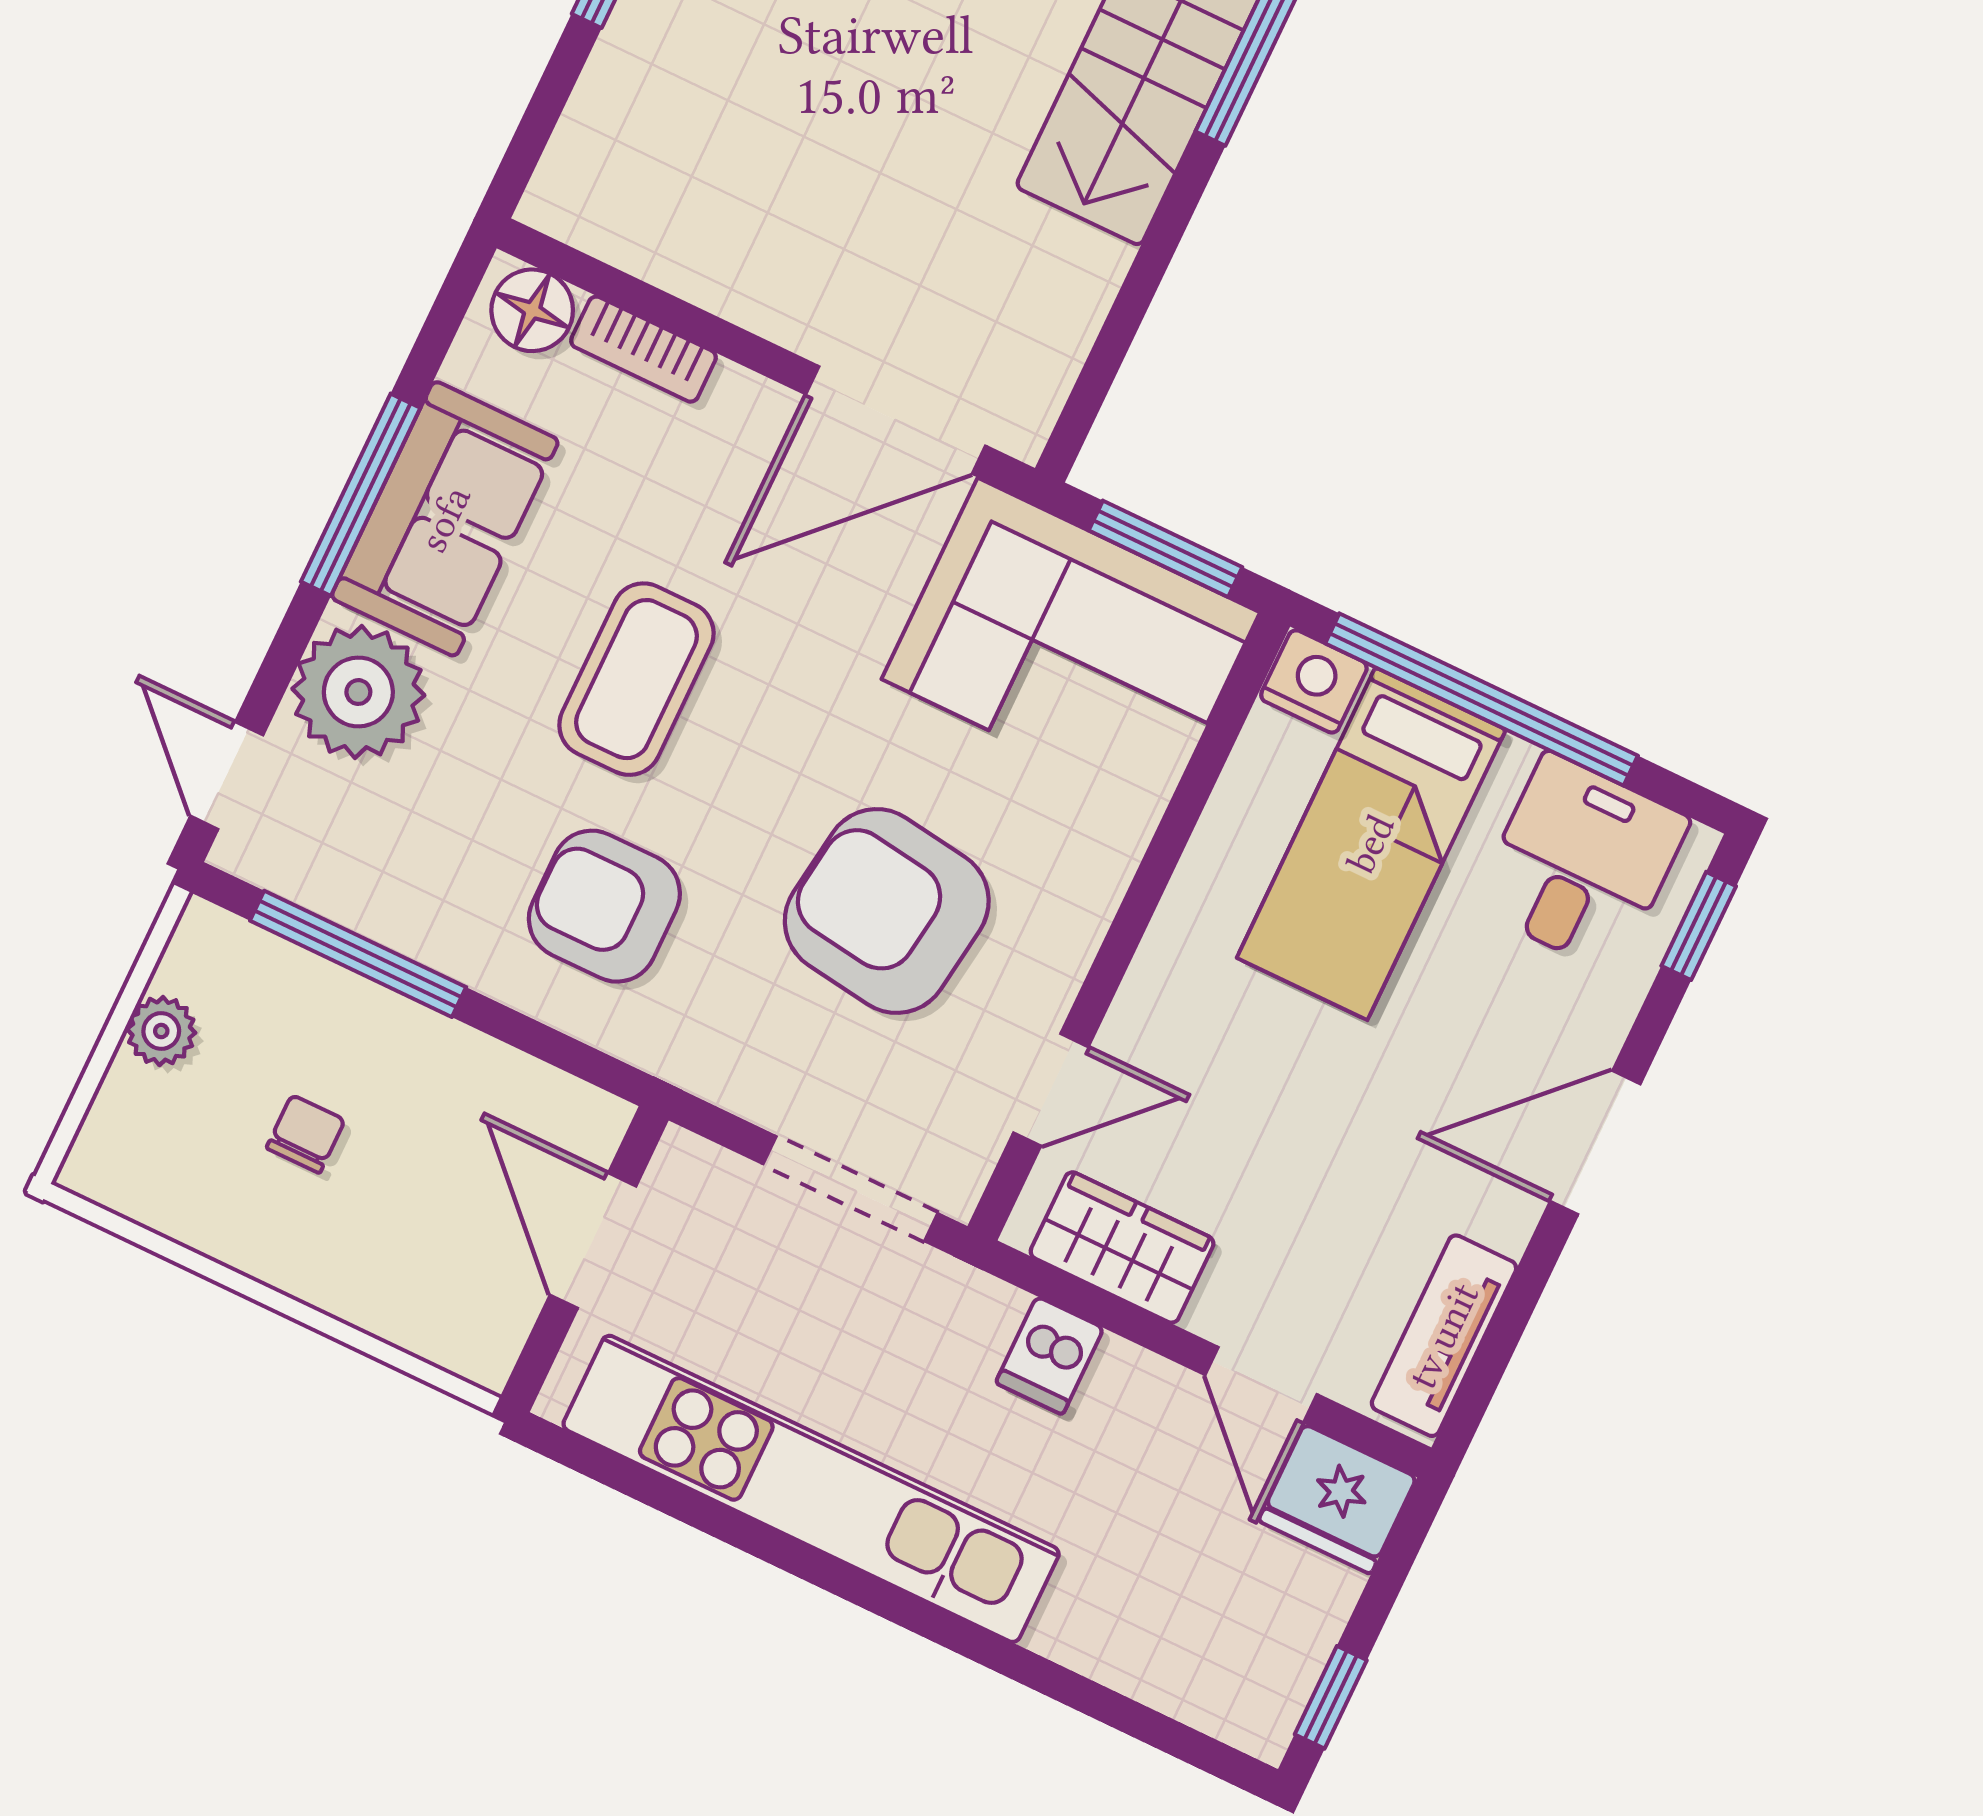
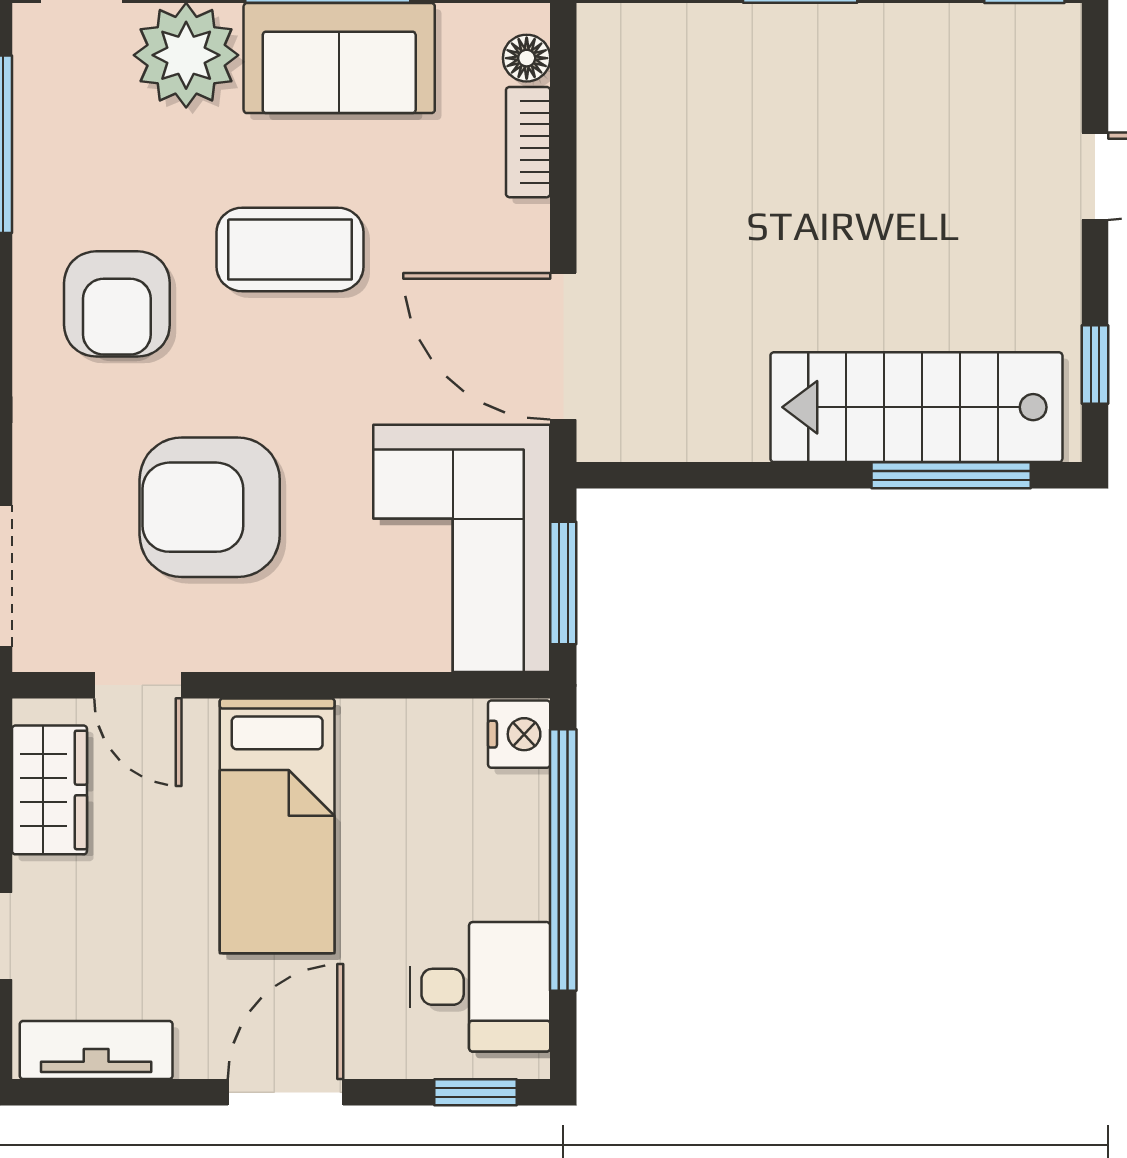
floor lamp: (532, 310) -> (527, 58), width x0.73, depth x0.73
bed: (1371, 844) -> (277, 826), moved, turned -90
armchair: (604, 906) -> (117, 304), turned 180
armchair: (887, 911) -> (210, 507), turned -98
door: (1595, 1143) -> (286, 1092), hinge flipped

